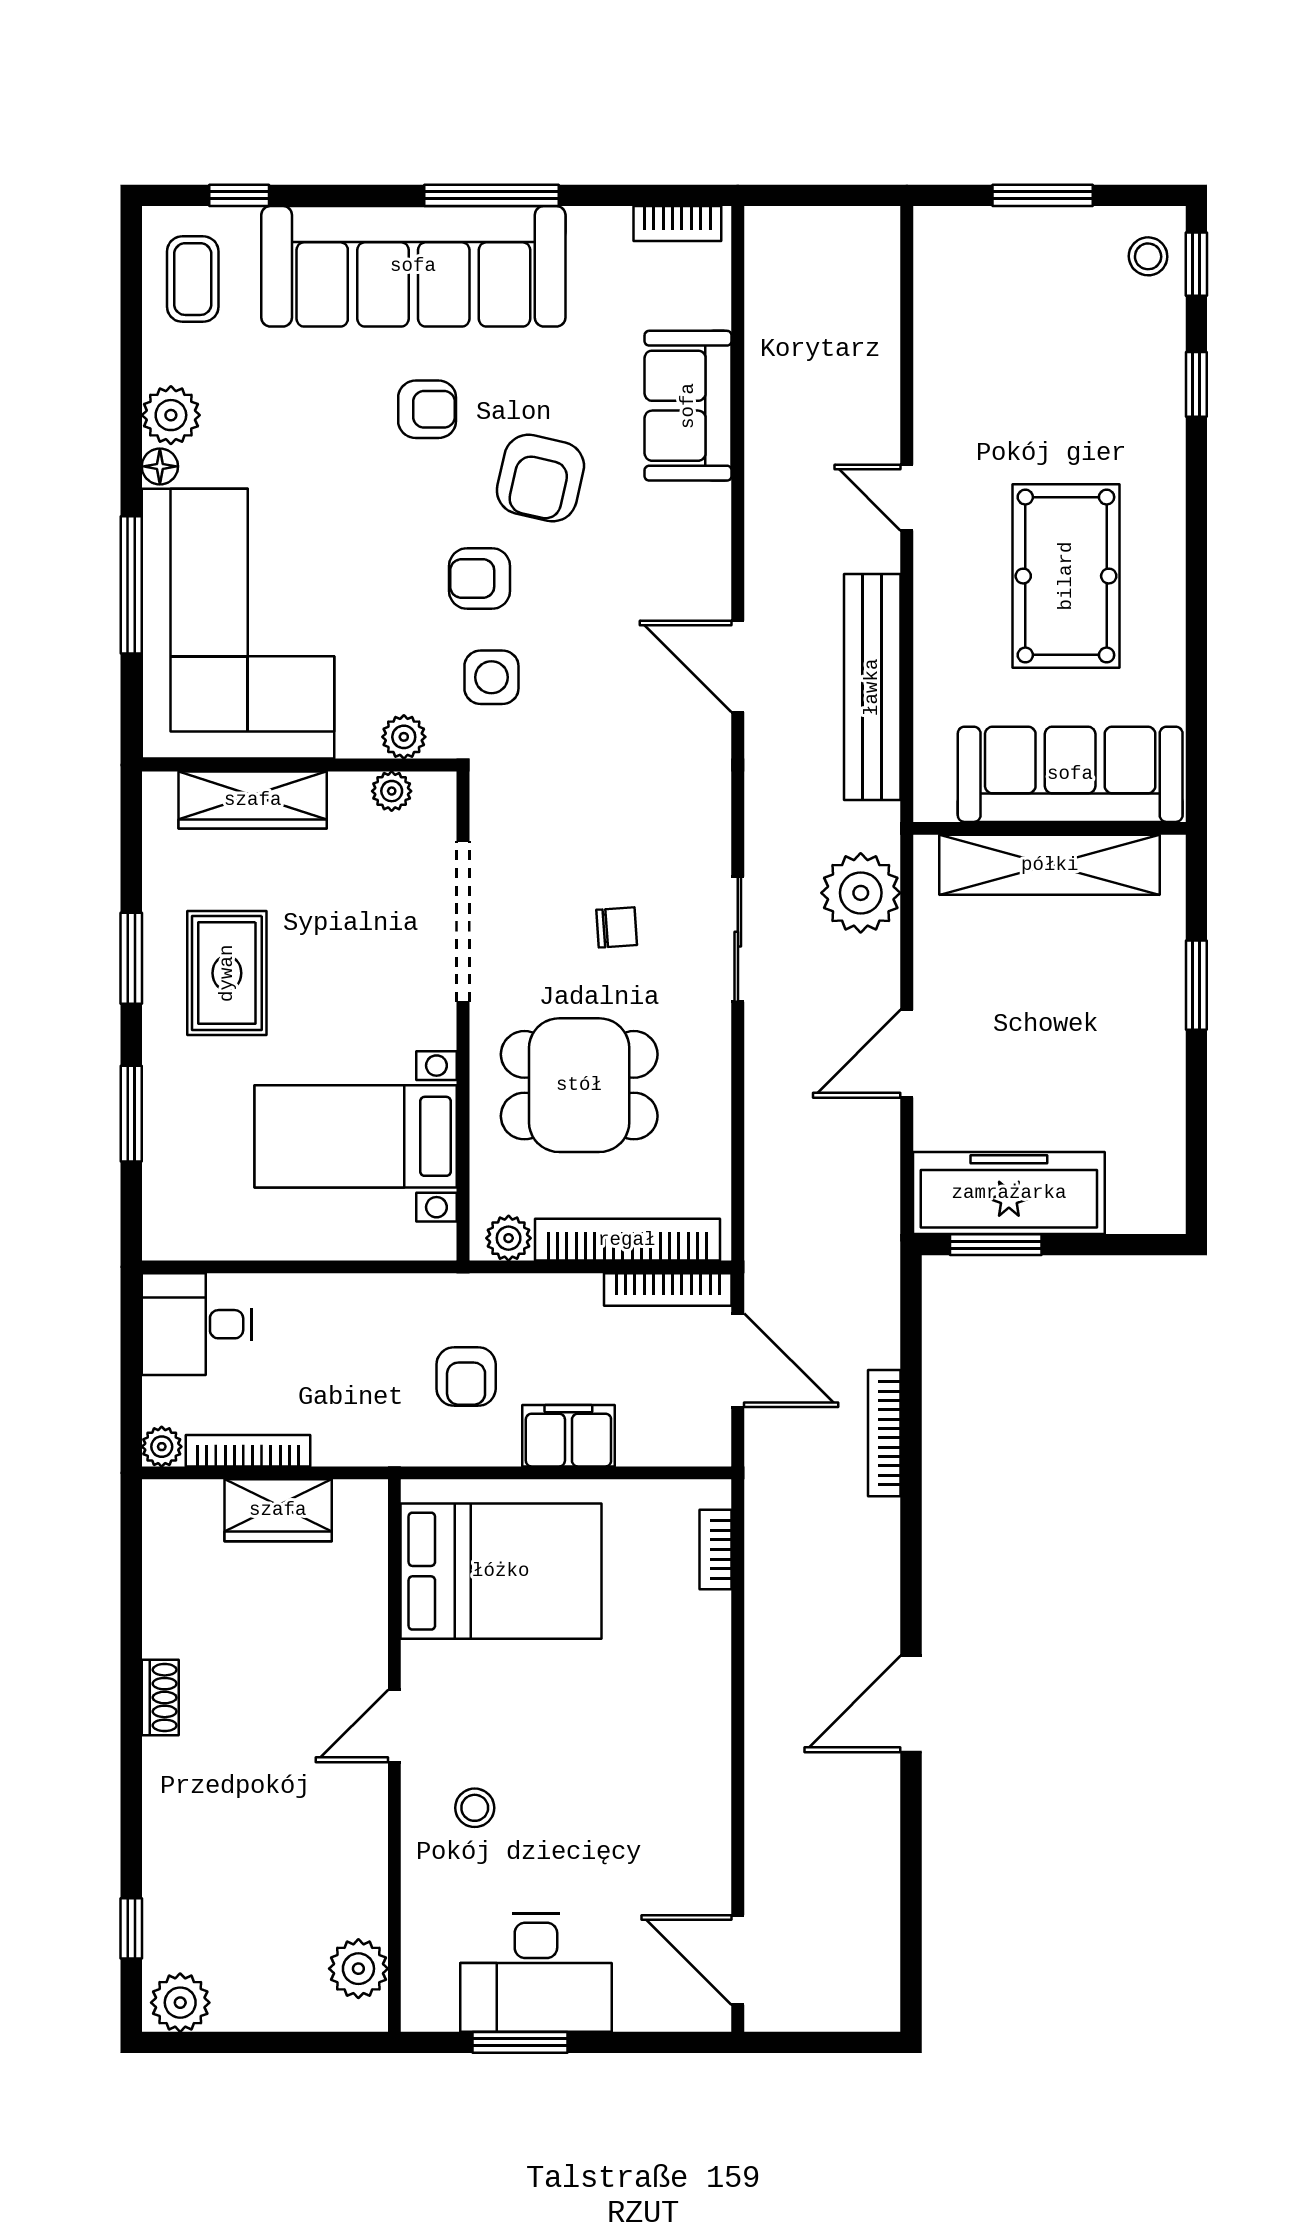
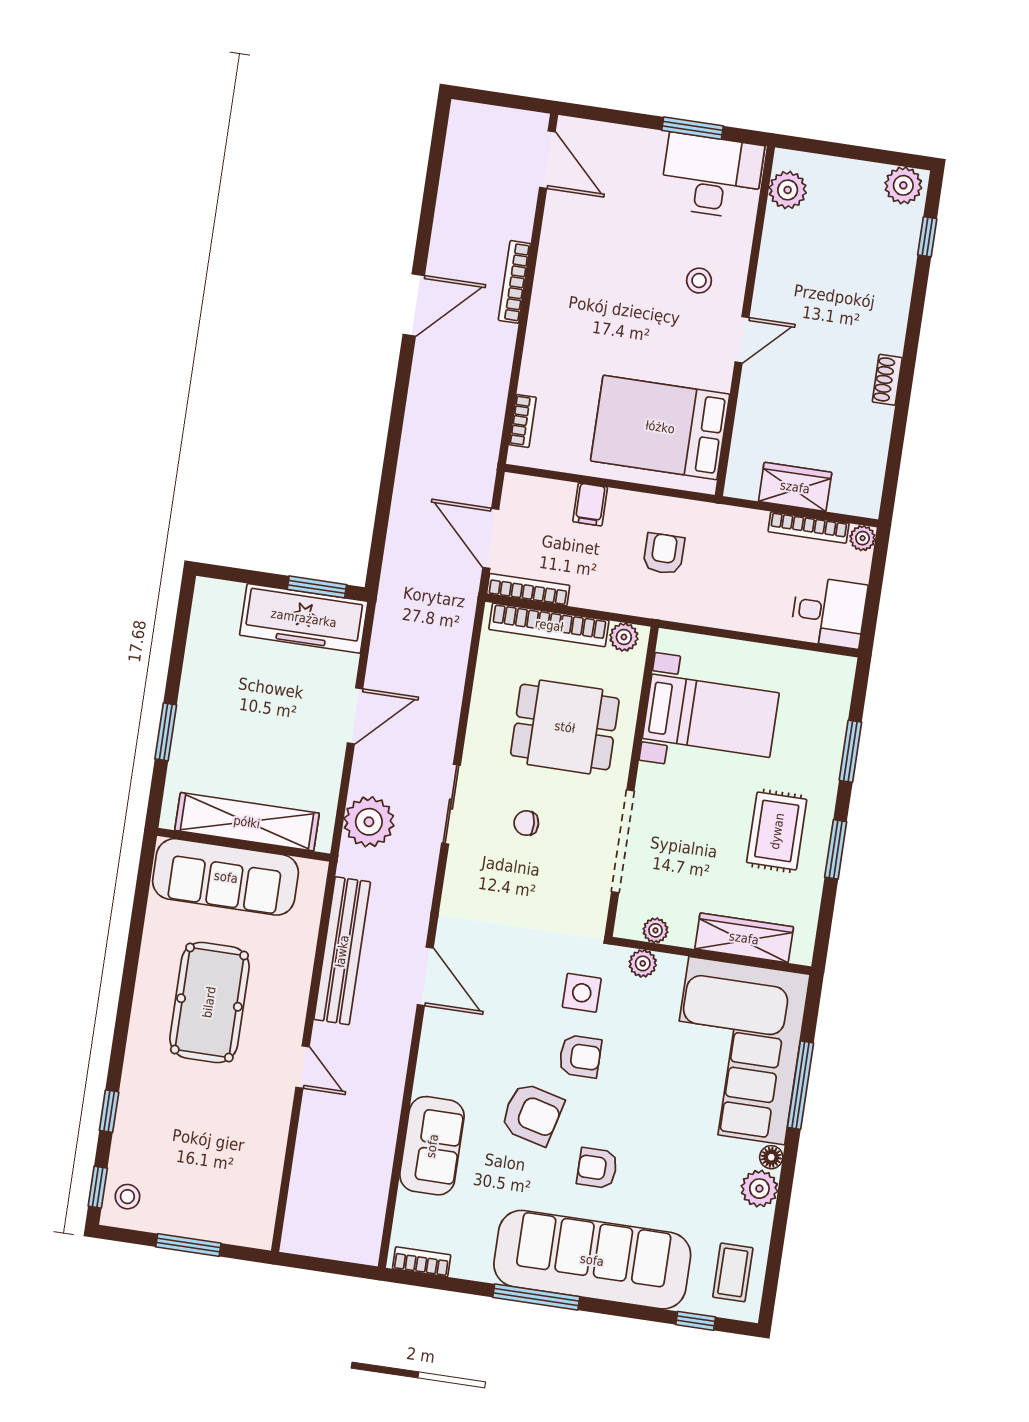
armchair: (540, 478) -> (532, 1114), turned 91
bookcase: (884, 1433) -> (514, 282), moved, turned 180
filing cabinet: (568, 1436) -> (590, 504), width x0.50
desk: (536, 1972) -> (712, 176), moved

